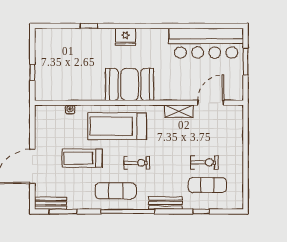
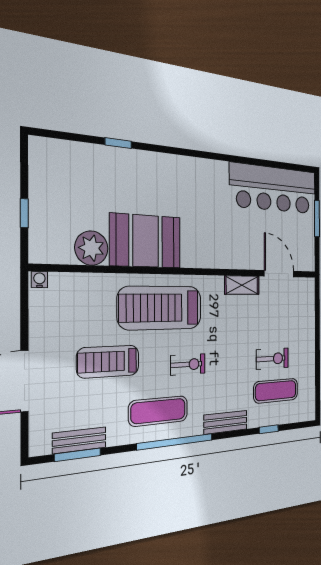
fridge: (125, 37) -> (172, 167), removed
booth: (130, 85) -> (146, 241), moved
plant: (72, 90) -> (91, 248), added
door: (211, 103) -> (279, 274), hinge flipped
water cooler: (70, 110) -> (39, 280), moved
bench: (51, 203) -> (79, 440), moved

